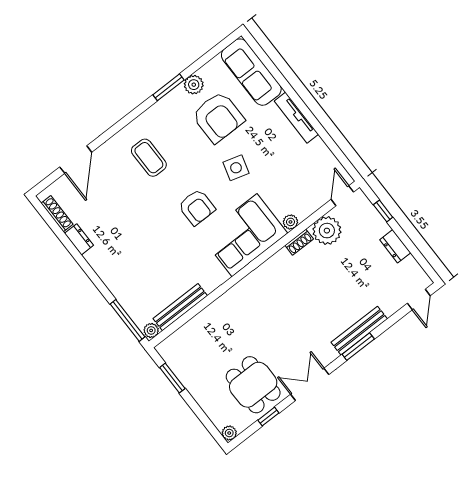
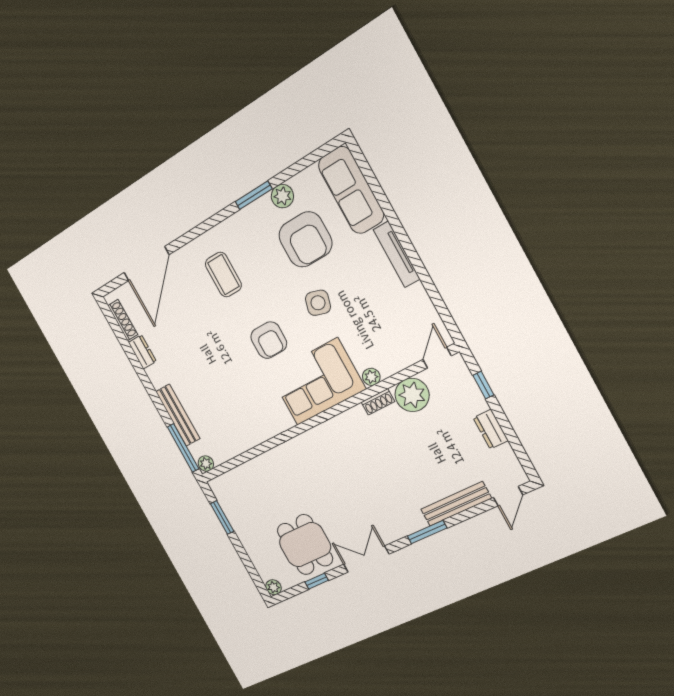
door: (76, 160) -> (146, 264), width x1.36
bench: (180, 307) -> (178, 415), moved, turned 90
bench: (359, 331) -> (456, 504), moved

